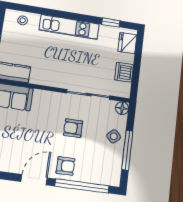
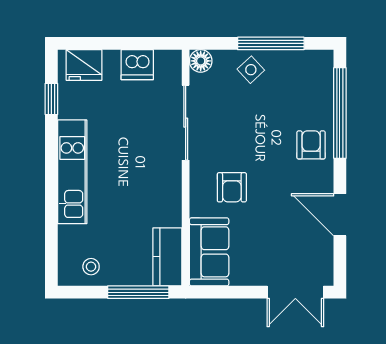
stool: (23, 20) -> (91, 267), moved
armchair: (73, 128) -> (232, 187), moved
door: (34, 180) -> (340, 215), moved

